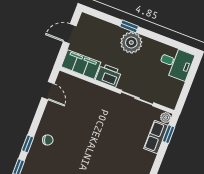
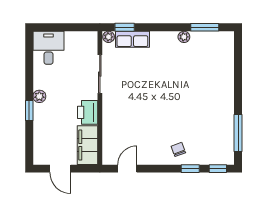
plant: (131, 42) -> (39, 96), width x0.53, depth x0.53

